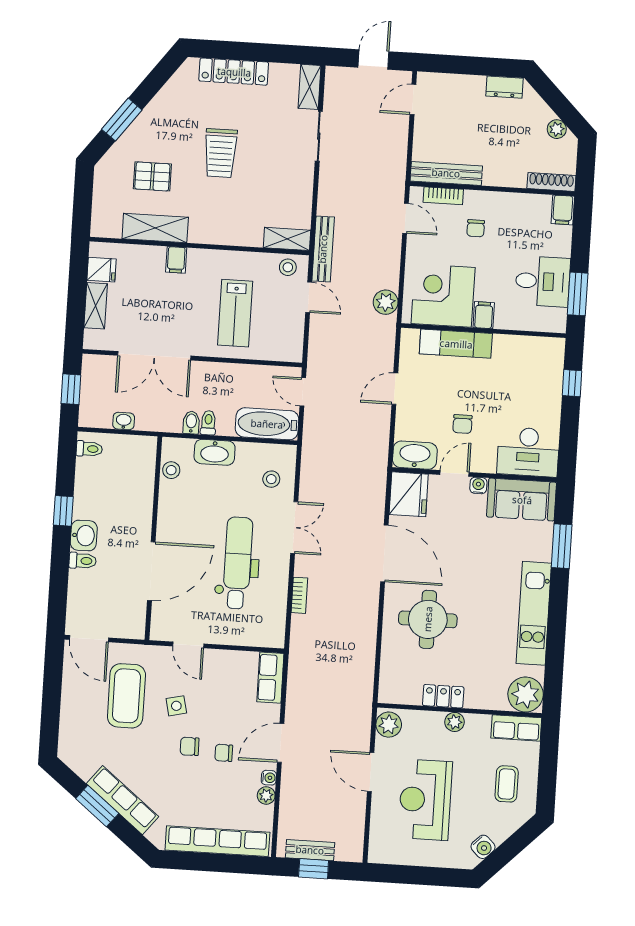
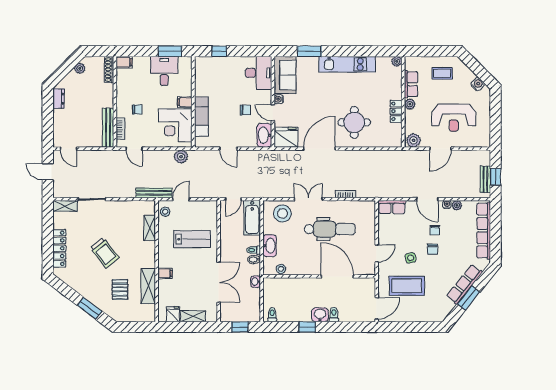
trolley: (220, 153) -> (105, 253), turned 51
door: (405, 218) -> (134, 149), swing flipped
shelving: (287, 239) -> (150, 228), moved
washbasin: (124, 421) -> (256, 282), moved
stool: (271, 479) -> (282, 213), width x1.89, depth x1.89
dental chair: (238, 563) -> (330, 229), turned 180
plant: (526, 694) -> (397, 61), width x0.53, depth x0.53
row of seats: (516, 728) -> (411, 84), moved

